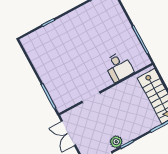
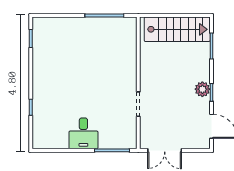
desk: (119, 67) -> (83, 133), moved, turned 90
plant: (116, 142) -> (202, 89), moved

